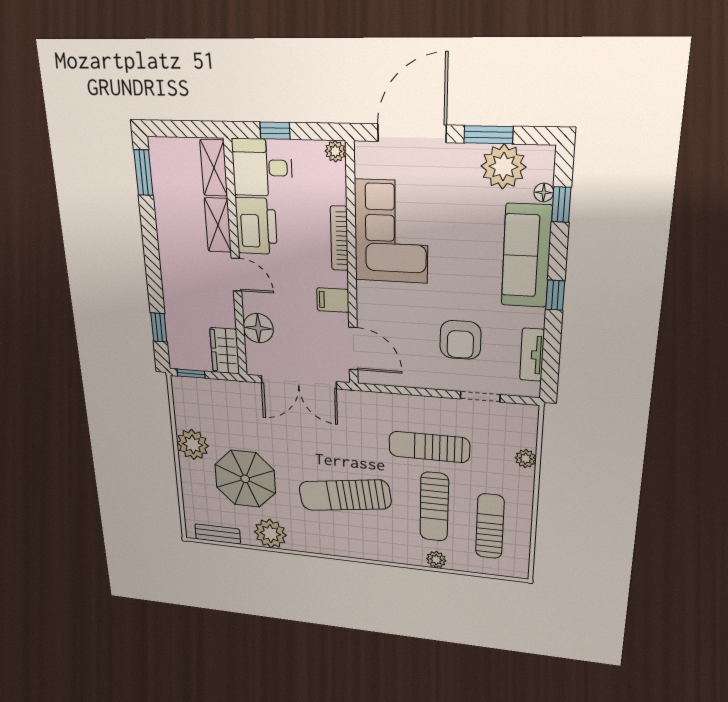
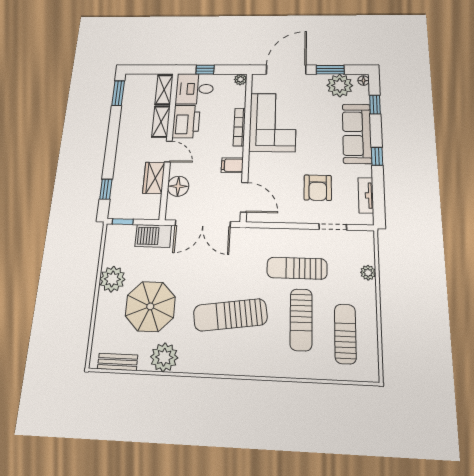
floor lamp: (544, 192) -> (364, 81), moved
wardrobe: (225, 351) -> (154, 178), moved
barbecue: (235, 395) -> (153, 236), added
plant: (436, 560) -> (303, 370), removed

